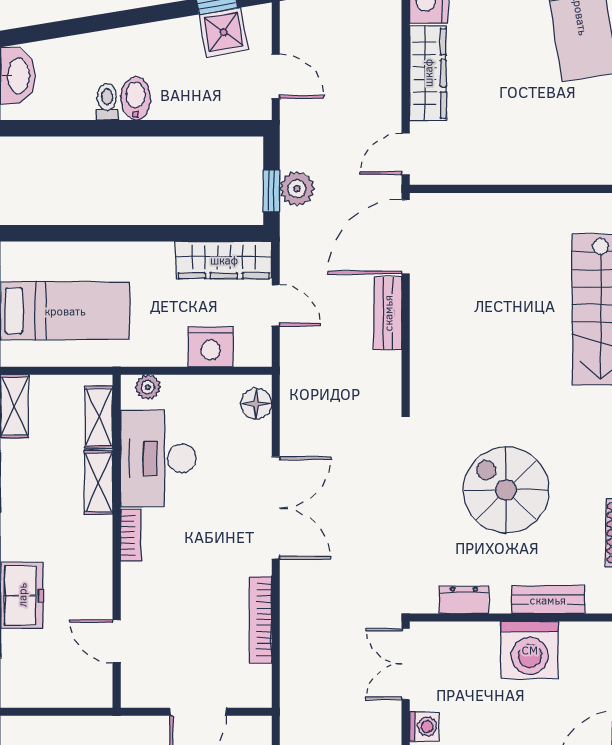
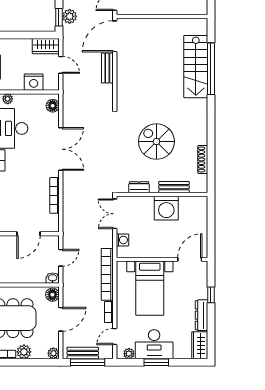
wardrobe: (224, 260) -> (46, 46), width x0.67

